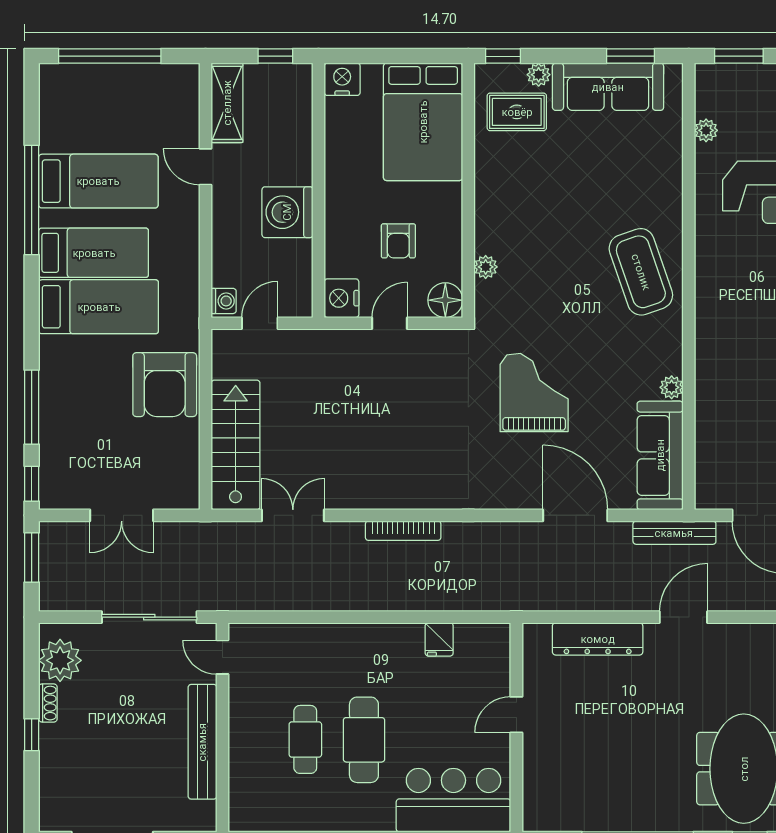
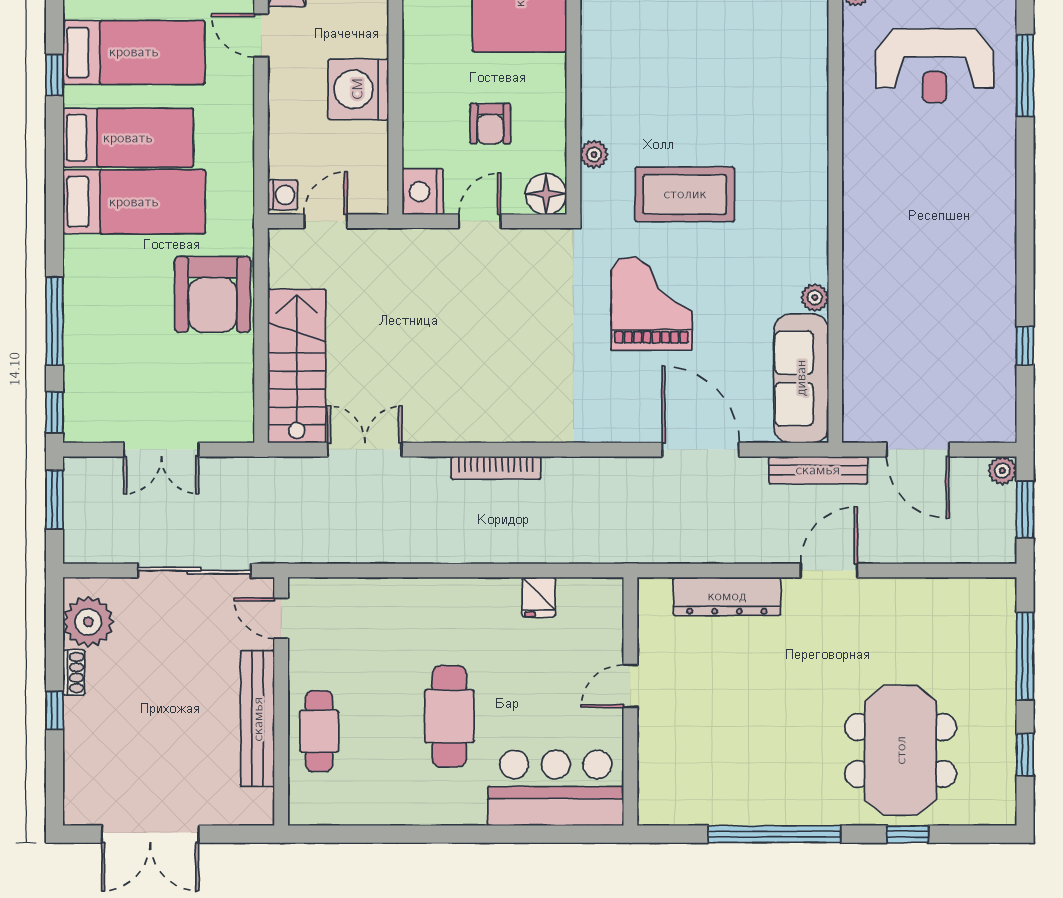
window: (32, 200) -> (55, 75), width x0.32
coffee table: (641, 272) -> (685, 194), moved, turned -71
cafe table: (305, 739) -> (319, 731), moved

